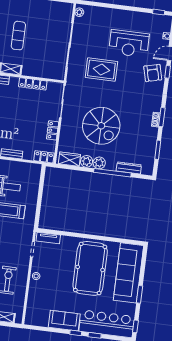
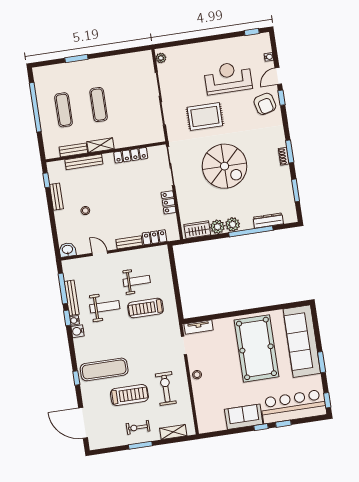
reception desk: (129, 44) -> (228, 78), turned 180
spiral stairs: (101, 126) -> (225, 166), moved
locker: (44, 157) -> (155, 237), moved

